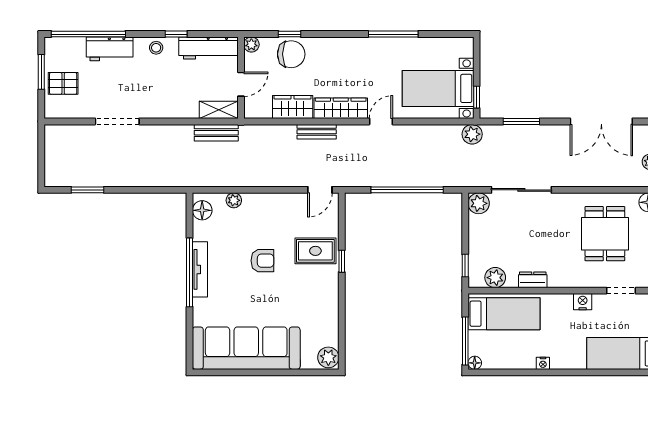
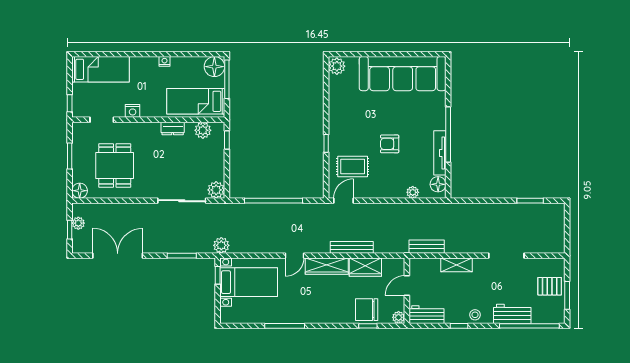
workbench: (208, 48) -> (426, 315), width x0.73
shelving: (219, 110) -> (457, 265), moved
bench: (317, 132) -> (352, 247), width x1.36
rug: (315, 251) -> (353, 166), moved
tv unit: (200, 269) -> (440, 153), moved
floor lamp: (475, 363) -> (214, 67), width x1.89, depth x1.89

